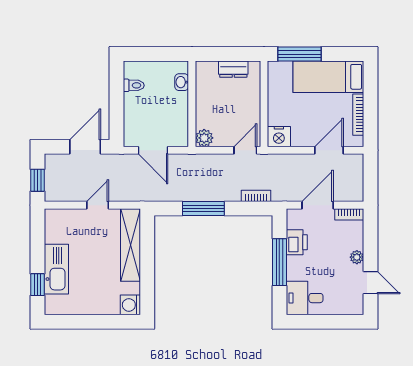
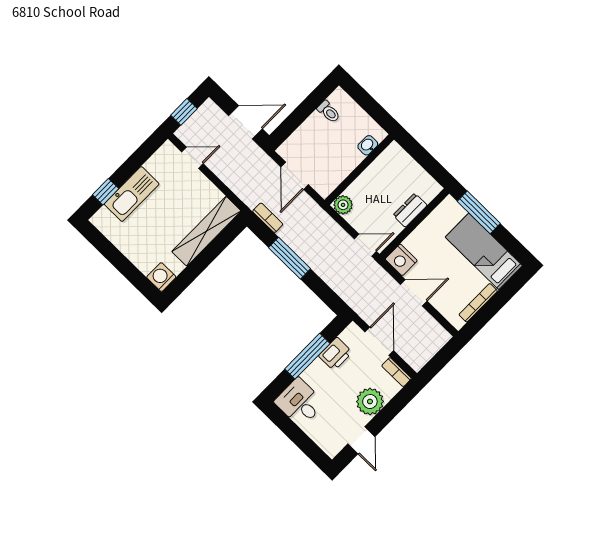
dresser: (233, 69) -> (410, 210), moved, turned 90
door: (329, 150) -> (414, 293), moved
bookcase: (256, 196) -> (268, 218), moved
door: (98, 205) -> (192, 158), moved
door: (318, 205) -> (379, 341), hinge flipped
plant: (357, 257) -> (370, 402), width x1.88, depth x1.88

